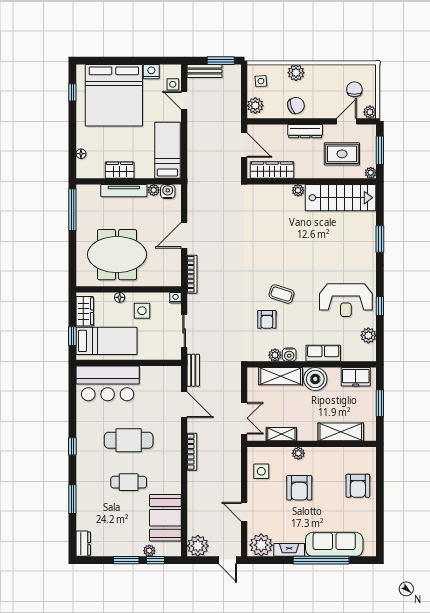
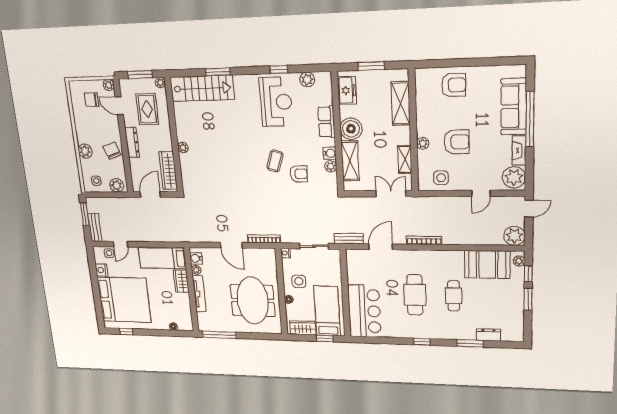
wardrobe: (120, 170) -> (181, 281), moved
stairs: (341, 198) -> (202, 88), moved, turned 90
dresser: (83, 544) -> (489, 335), moved
plant: (149, 551) -> (519, 261), moved

